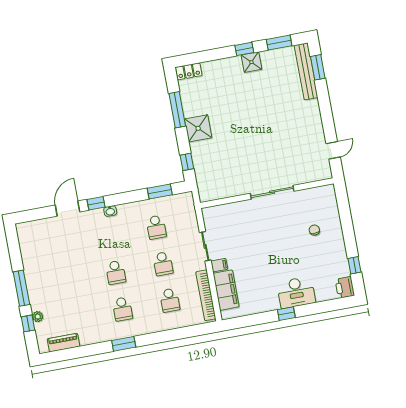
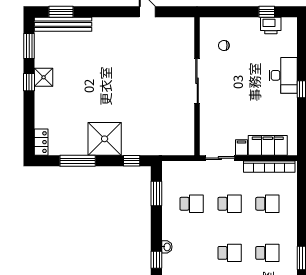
shower: (198, 128) -> (105, 139), width x1.37, depth x1.37
sliding door: (272, 192) -> (197, 81), moved
wall: (267, 193) -> (197, 86), moved
printer: (345, 287) -> (271, 26), moved

